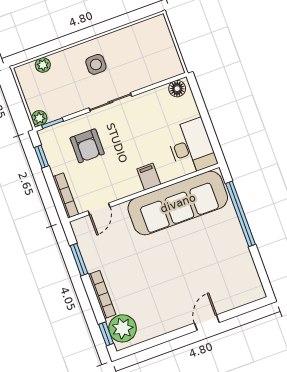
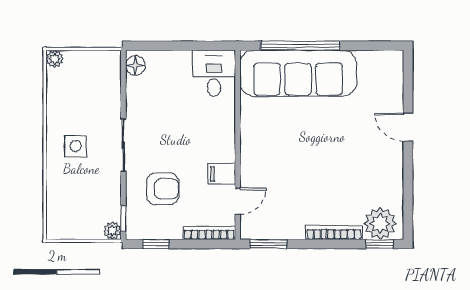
plant: (43, 65) -> (55, 59), moved
desk: (191, 147) -> (214, 73), width x0.73
filing cabinet: (149, 177) -> (222, 174), moved
sofa: (178, 203) -> (298, 73), moved, turned 90
door: (99, 209) -> (238, 201), hinge flipped
window: (79, 260) -> (268, 244), moved

